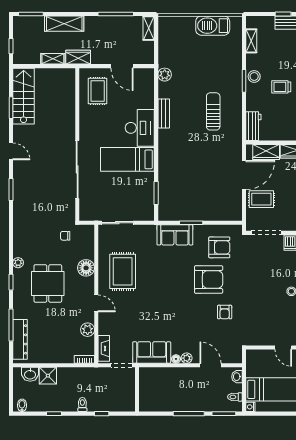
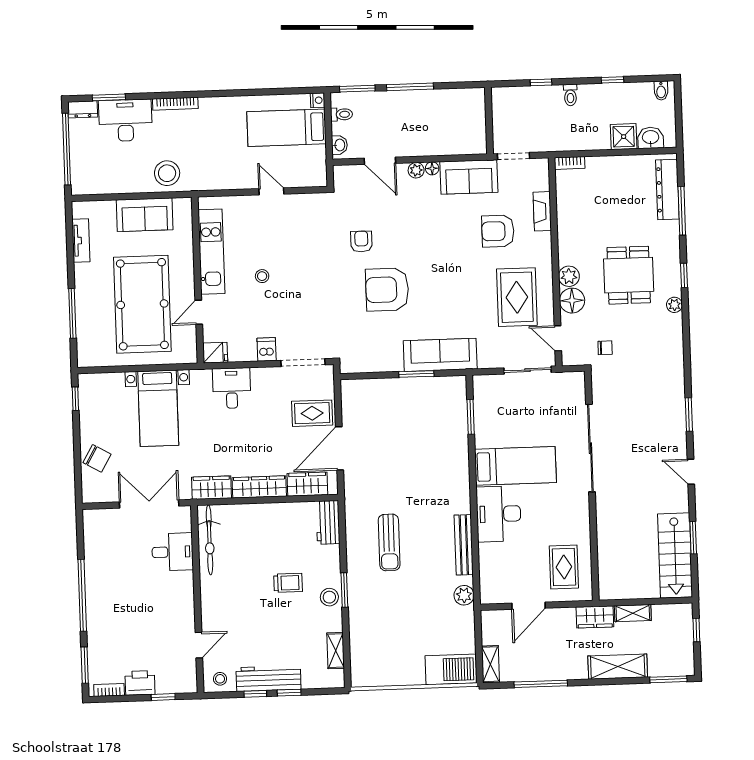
barbecue: (213, 26) -> (451, 669), moved
door: (122, 66) -> (529, 606), swing flipped
bench: (164, 113) -> (464, 545), width x1.36
sofa: (175, 235) -> (440, 355), width x1.36
armchair: (219, 247) -> (498, 231), moved
door: (96, 303) -> (558, 338), moved
plant: (88, 330) -> (569, 276), moved
fireplace: (104, 348) -> (542, 211), moved

